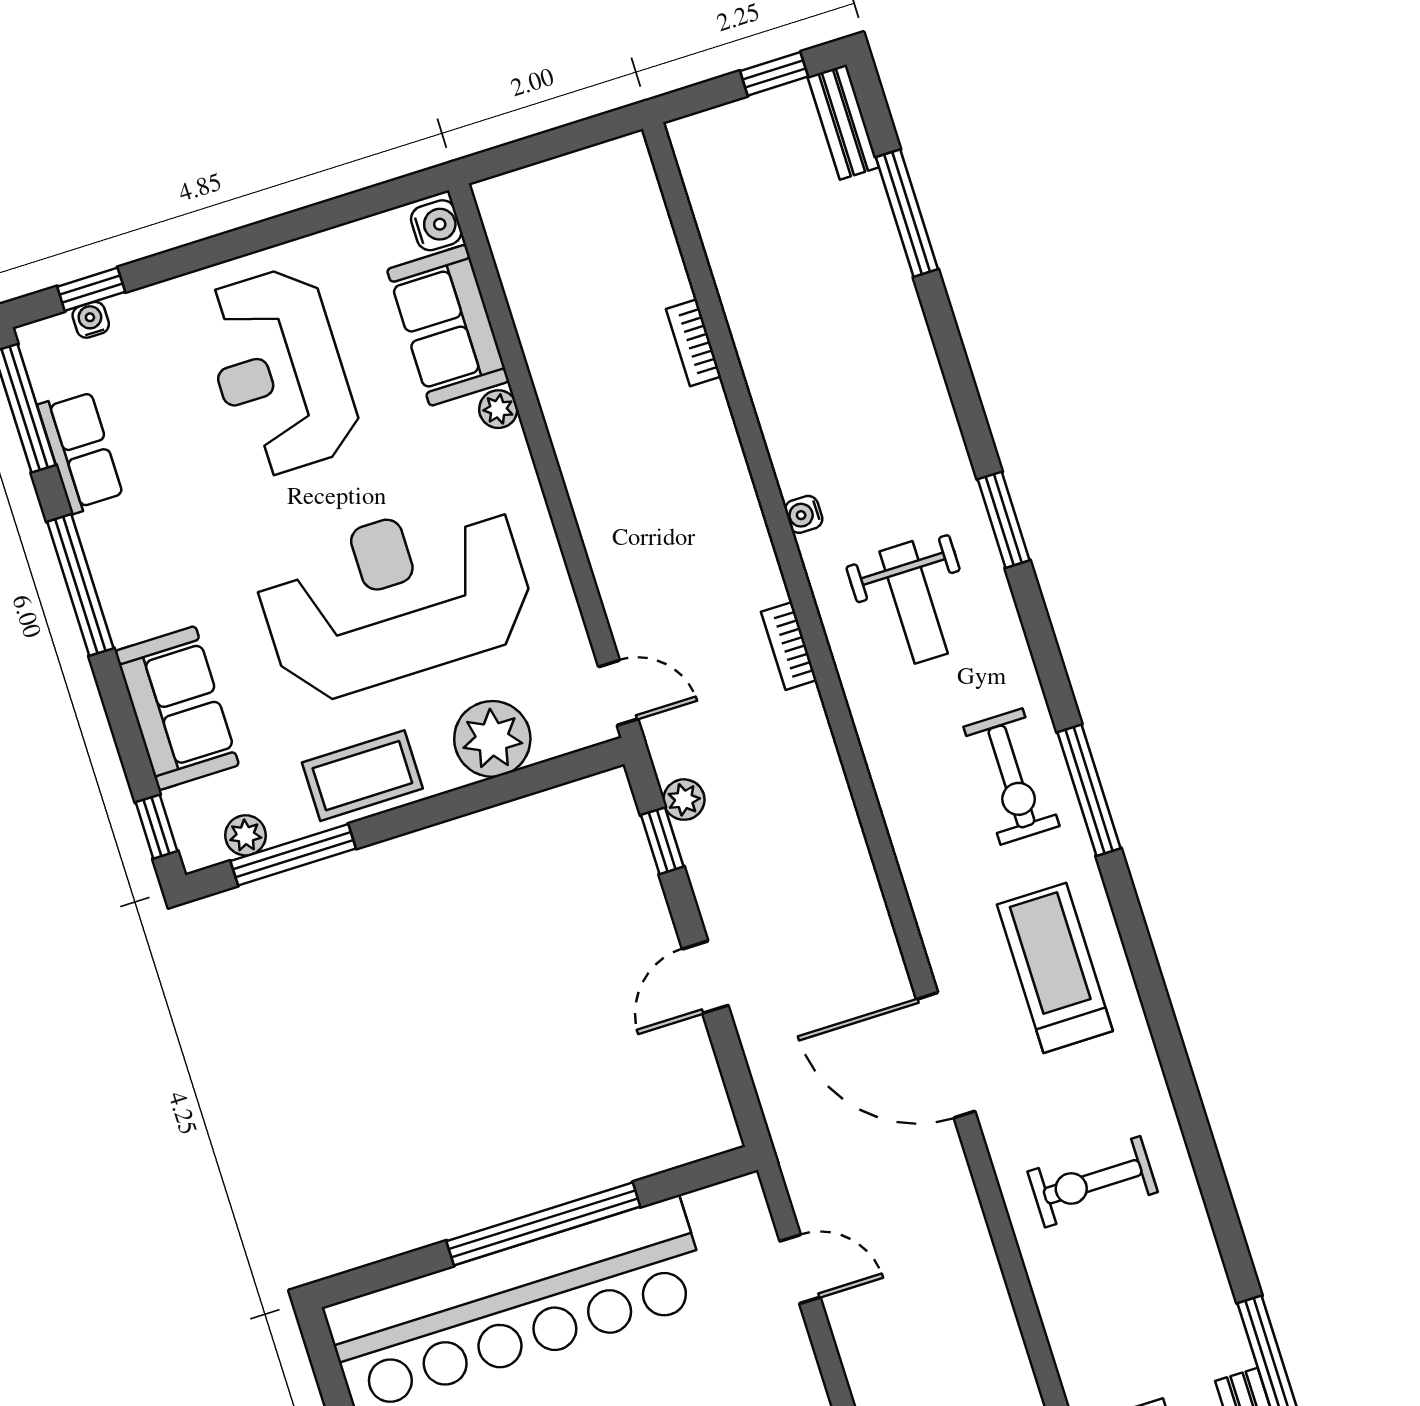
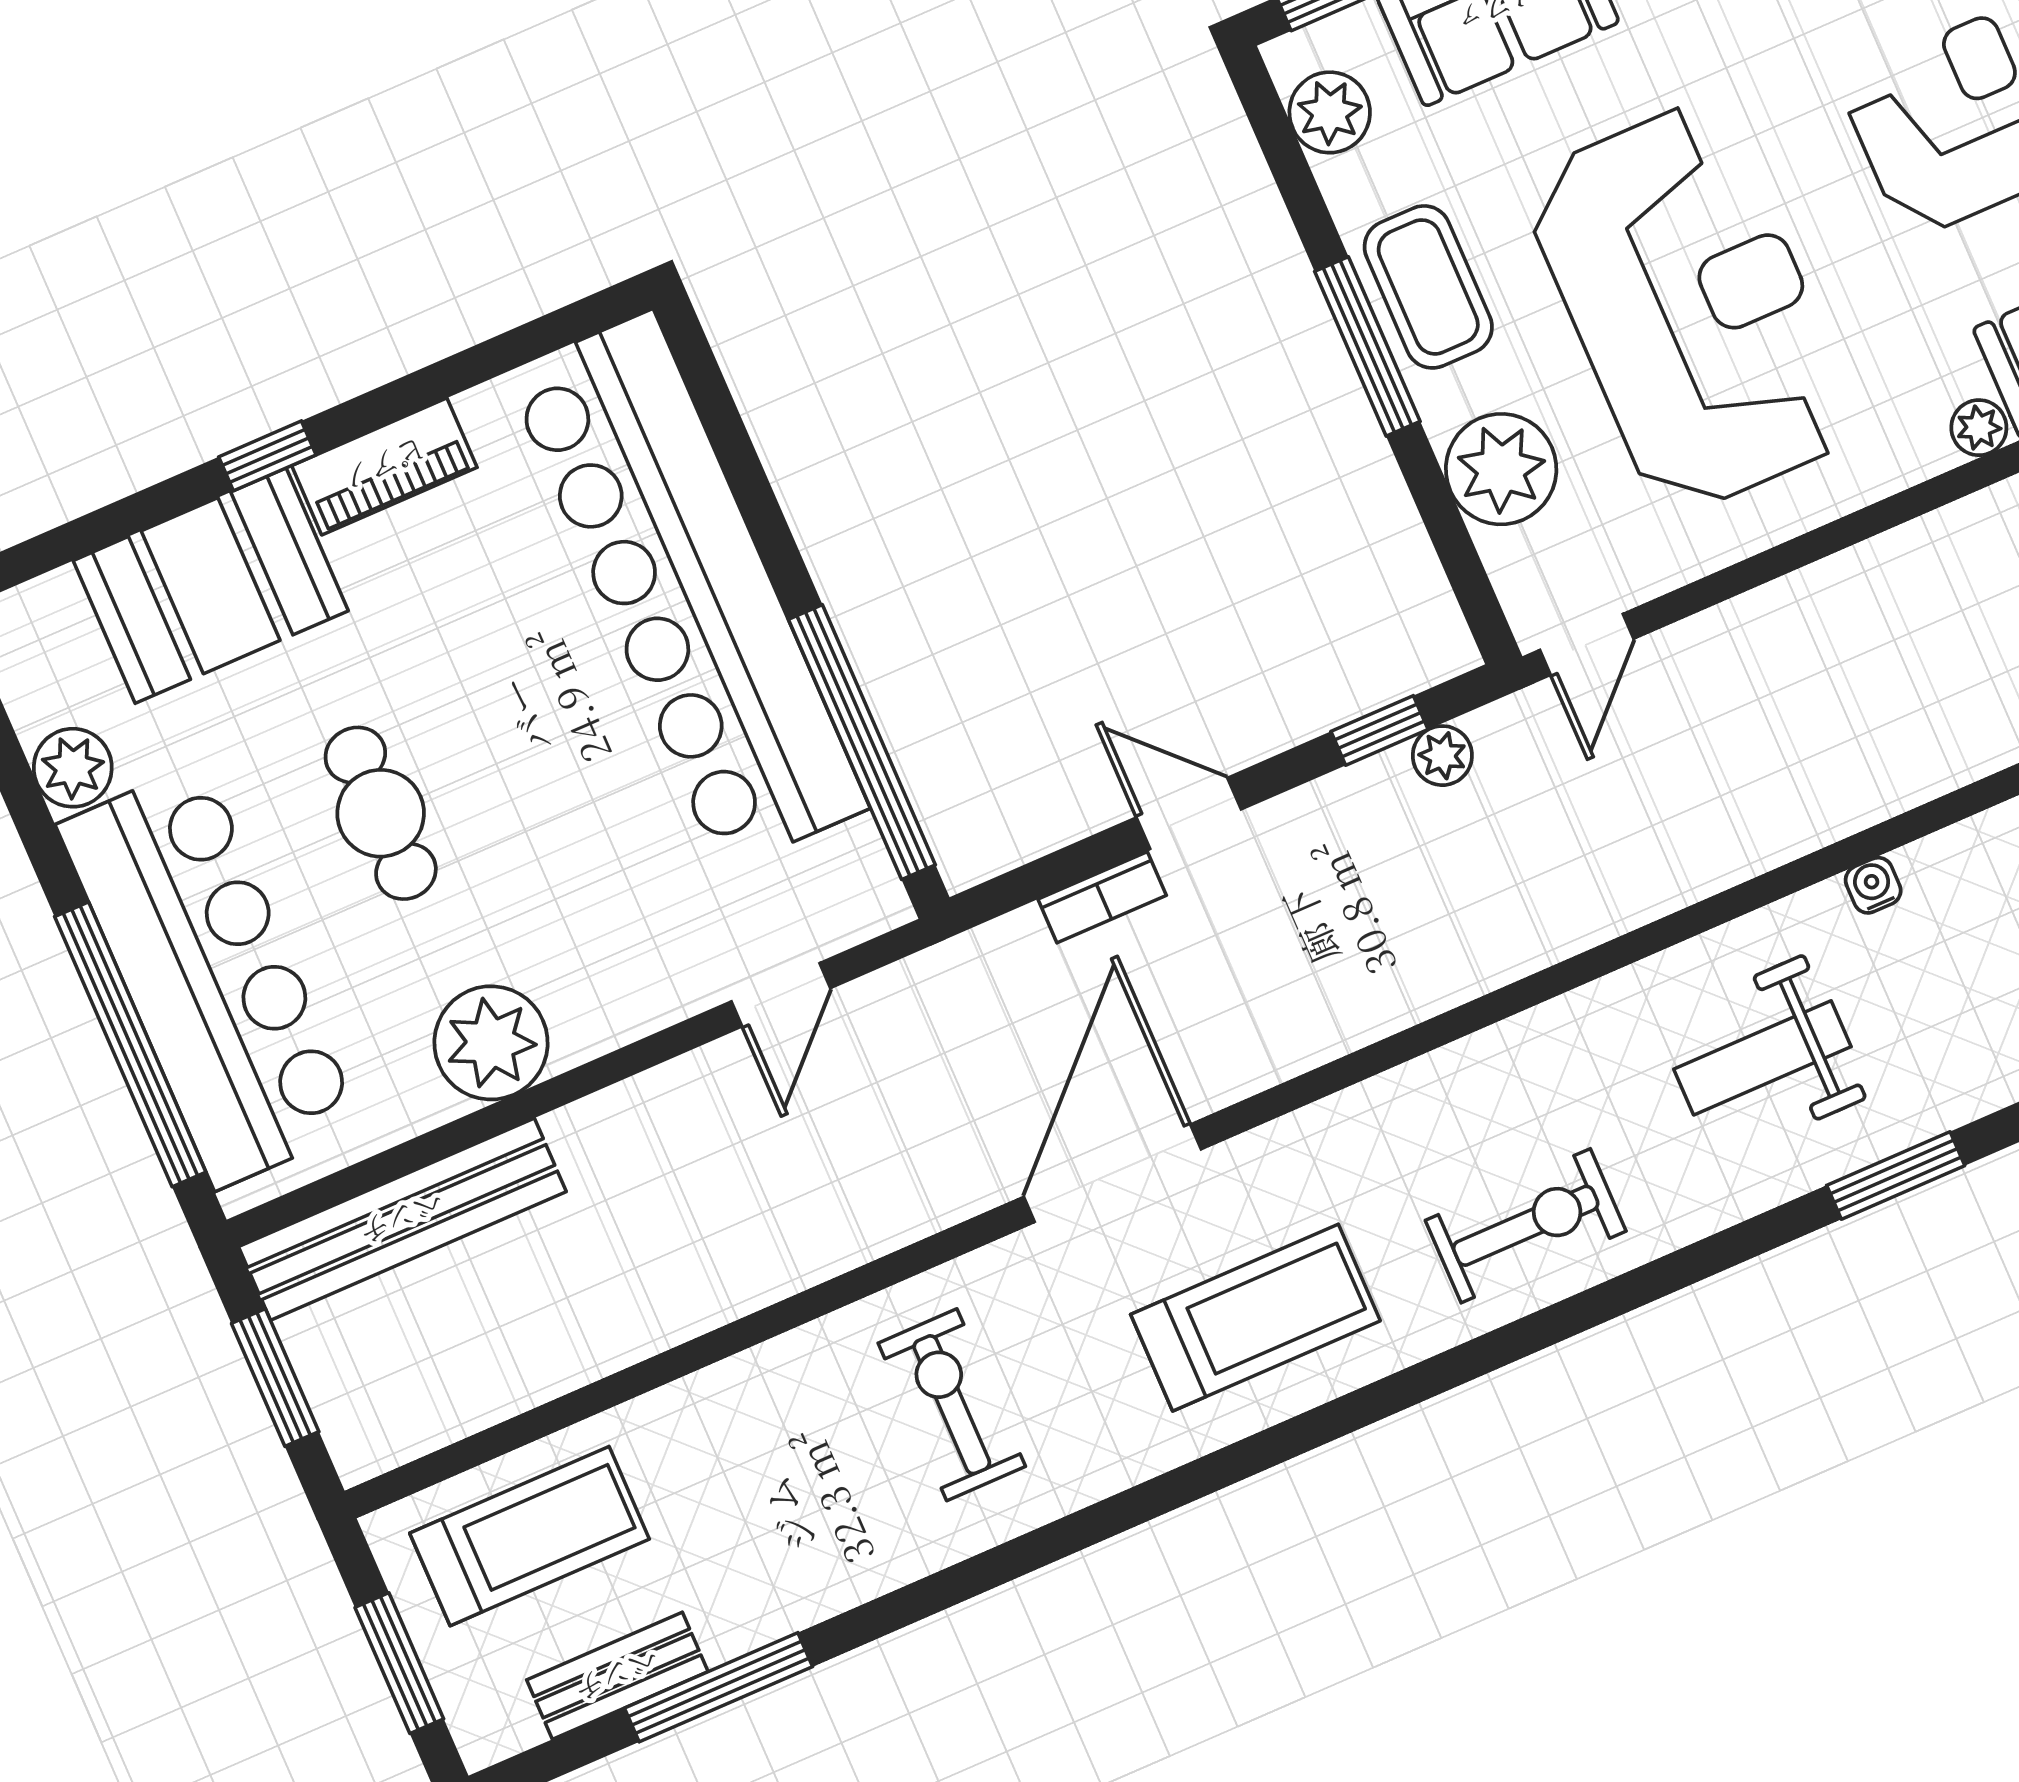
bookcase: (789, 646) -> (1102, 897), moved, turned 180
exercise bike: (1011, 776) -> (1526, 1226), turned 180
window: (1089, 790) -> (1518, 1340), removed
plant: (246, 835) -> (1330, 112), width x1.38, depth x1.38
window: (293, 855) -> (1367, 346), moved
window: (543, 1224) -> (862, 742), moved

